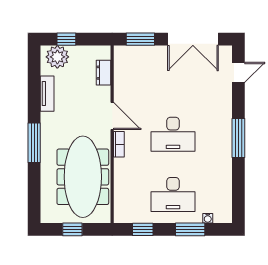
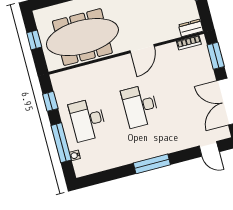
dresser: (104, 73) -> (191, 28), moved
bookcase: (119, 144) -> (189, 43), moved
window: (190, 229) -> (61, 143), width x1.44

